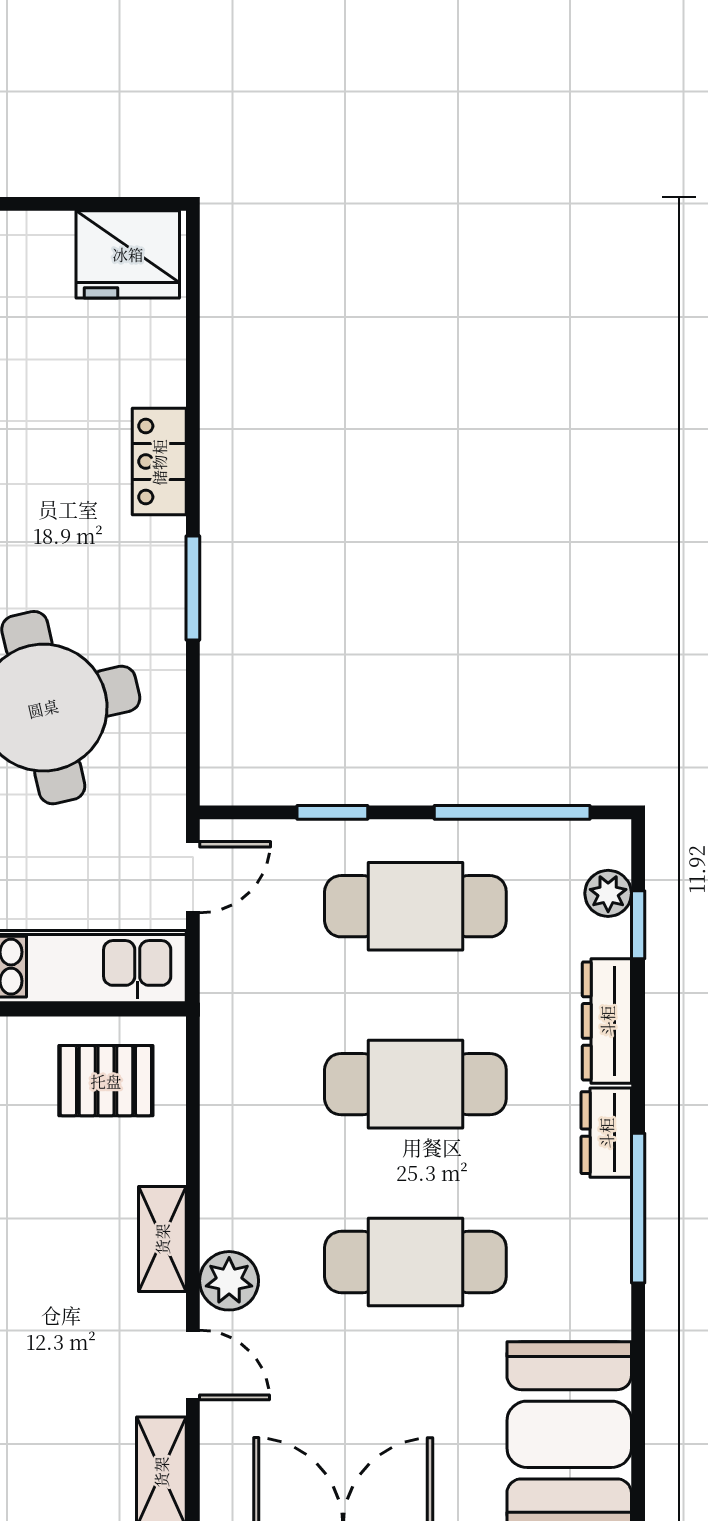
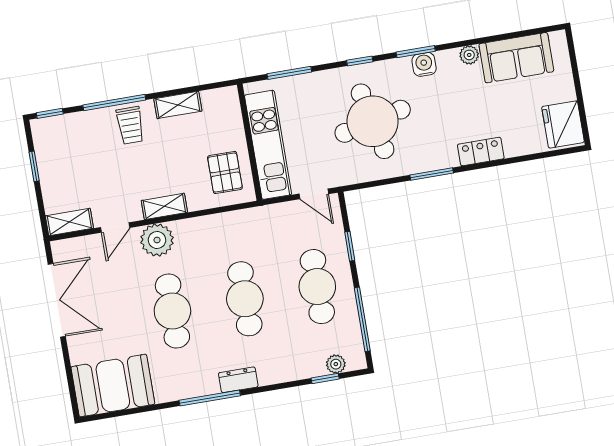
dresser: (607, 1021) -> (284, 372), removed
plant: (229, 1281) -> (157, 240), width x1.36, depth x1.36

